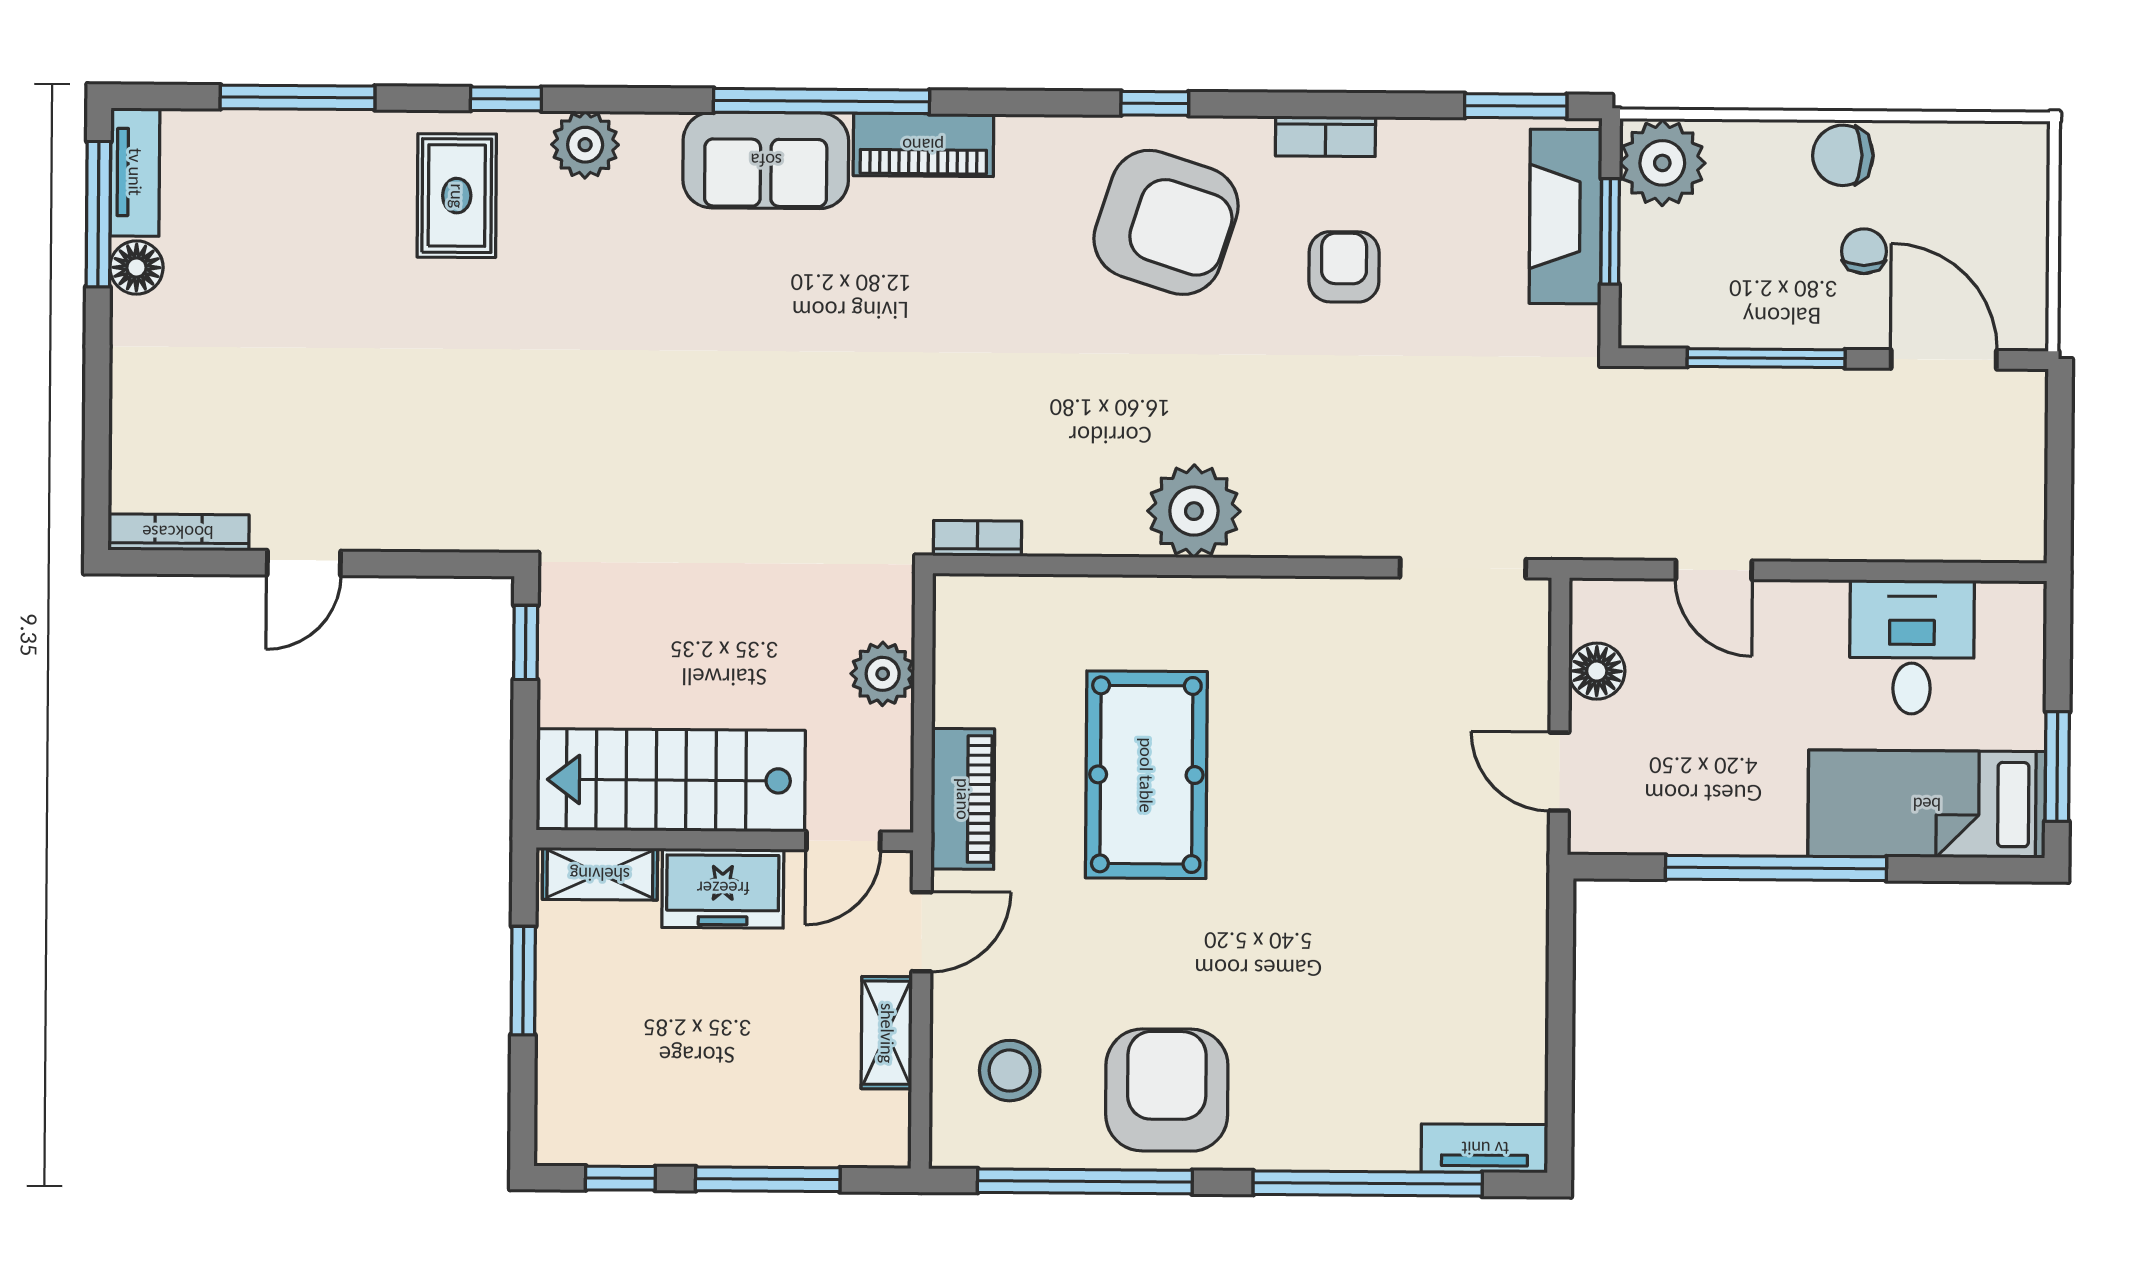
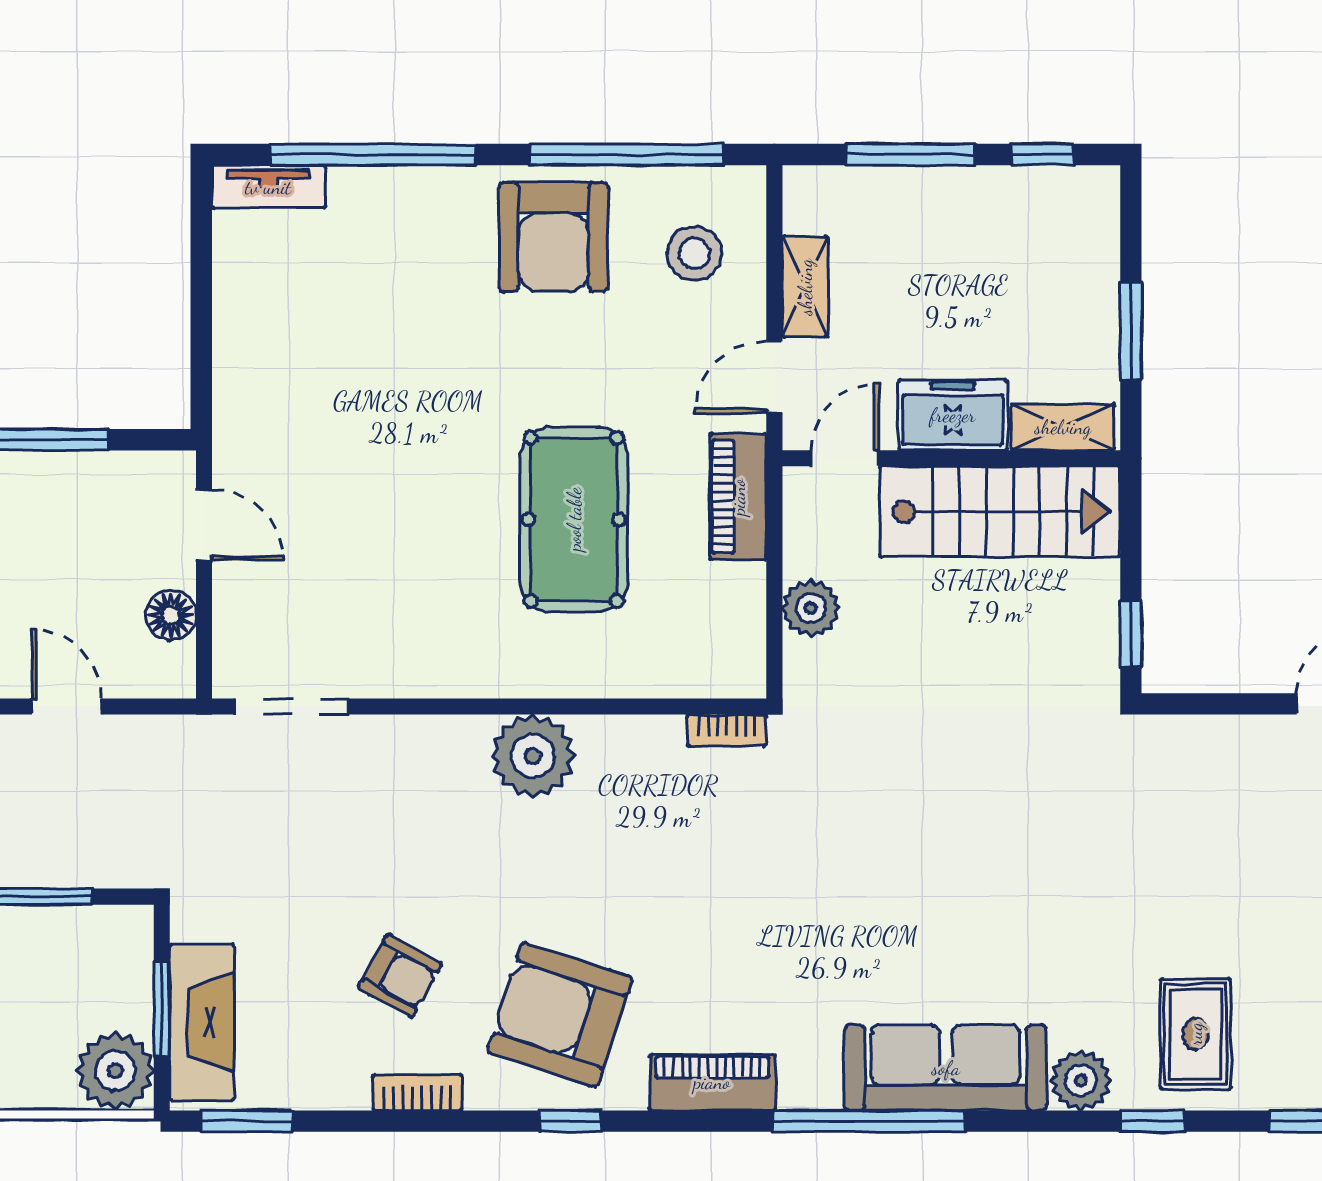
piano: (923, 145) -> (712, 1082), moved
sofa: (766, 160) -> (946, 1068), width x1.36
armchair: (1344, 267) -> (400, 976), turned -61

